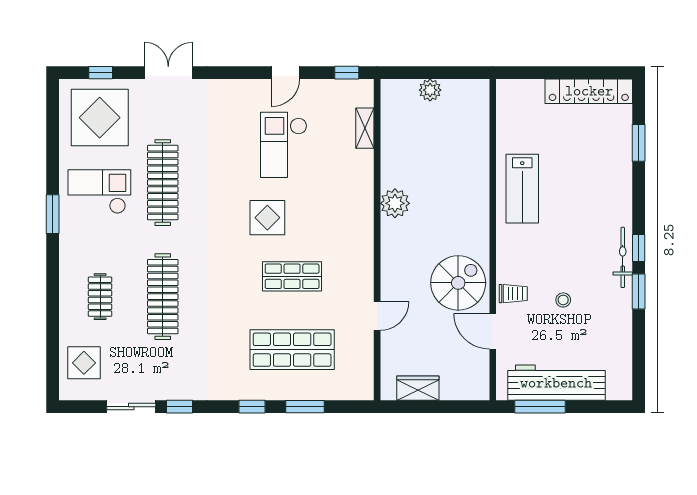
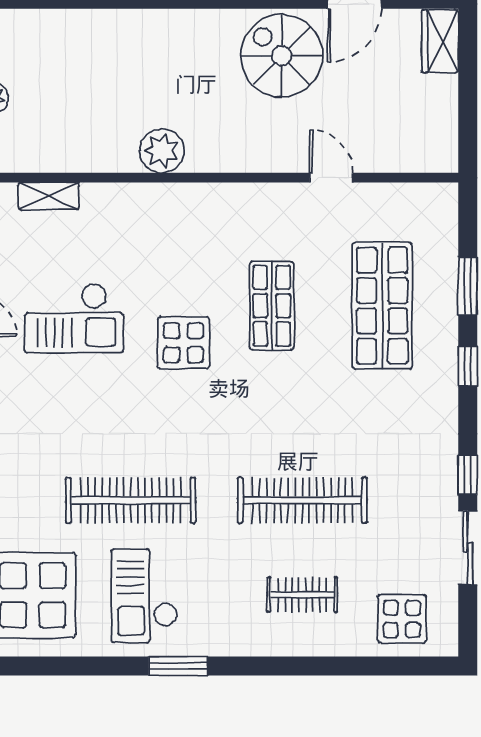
wardrobe: (418, 388) -> (440, 41), moved

